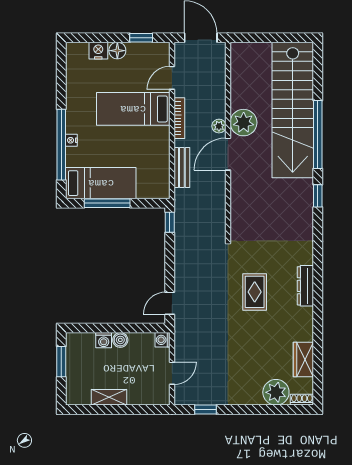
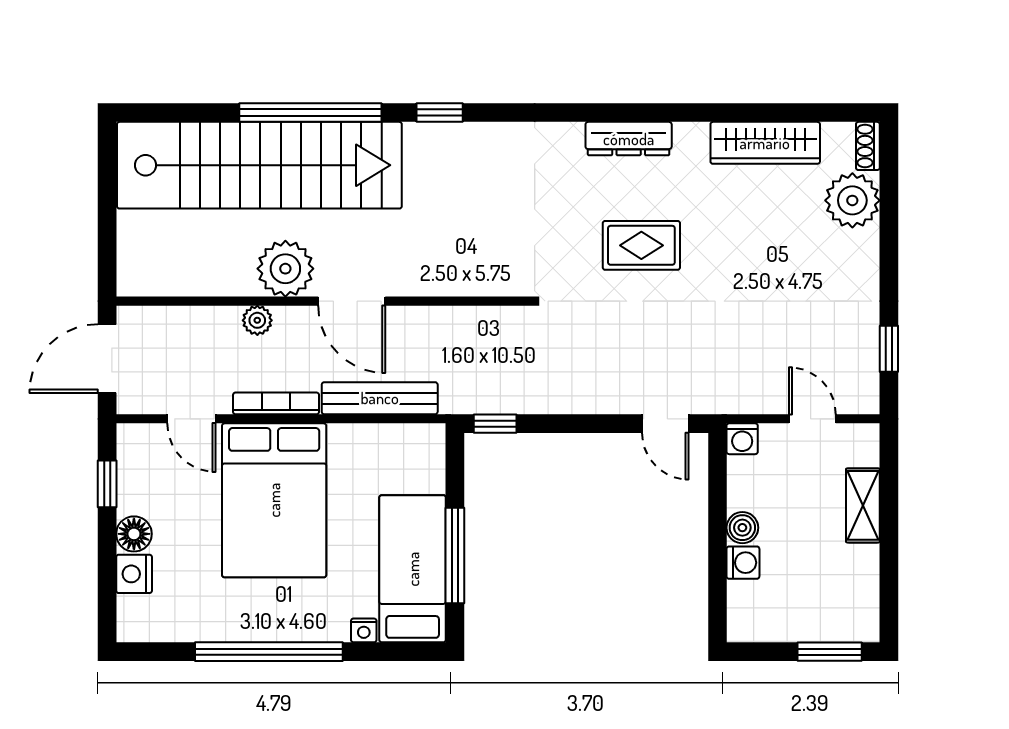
bed: (133, 109) -> (274, 500), width x1.50
plant: (219, 126) -> (257, 320), moved
nightstand: (71, 140) -> (364, 630), moved
window: (61, 145) -> (269, 652), moved
bench: (182, 167) -> (380, 398), width x1.36
wardrobe: (303, 359) -> (765, 143), width x1.50
window: (61, 362) -> (830, 652), moved
shelving: (109, 397) -> (863, 505), moved

